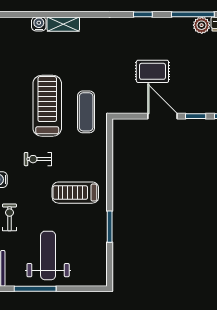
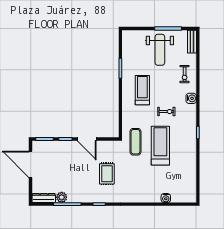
shelving: (63, 24) -> (150, 198), removed
rug: (152, 71) -> (107, 174), moved, turned 90
treadmill: (47, 106) -> (160, 146), turned 180
treadmill: (75, 193) -> (142, 90), turned -90

